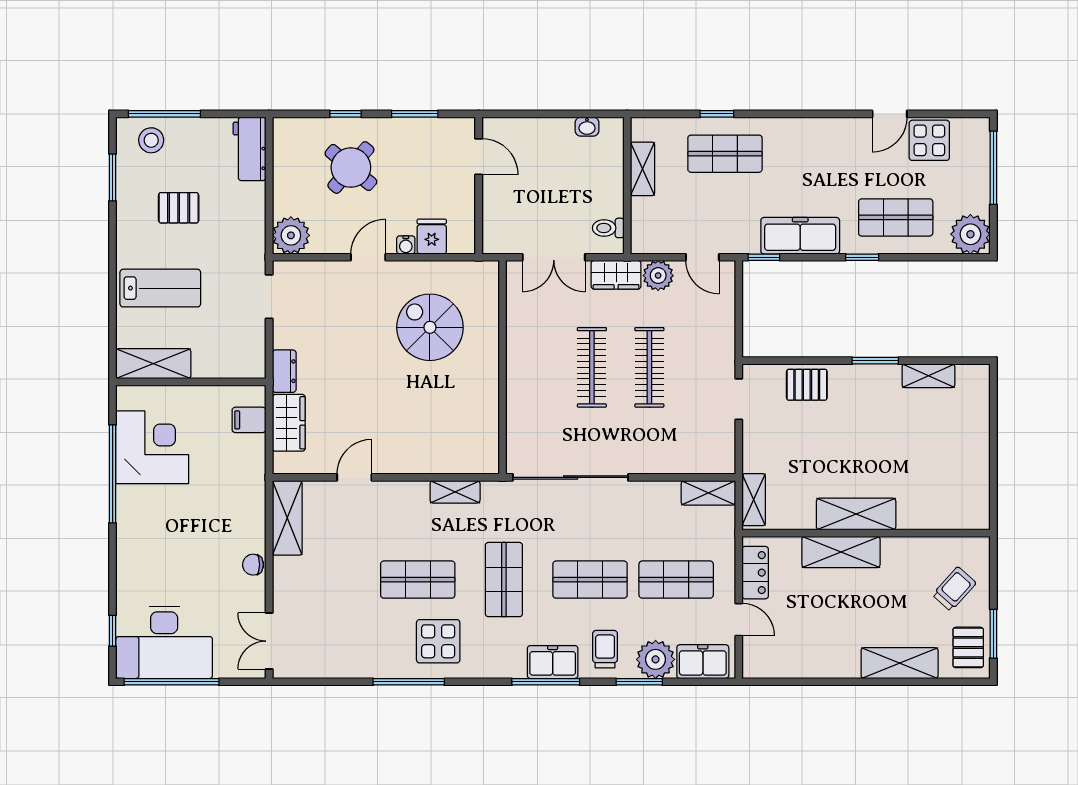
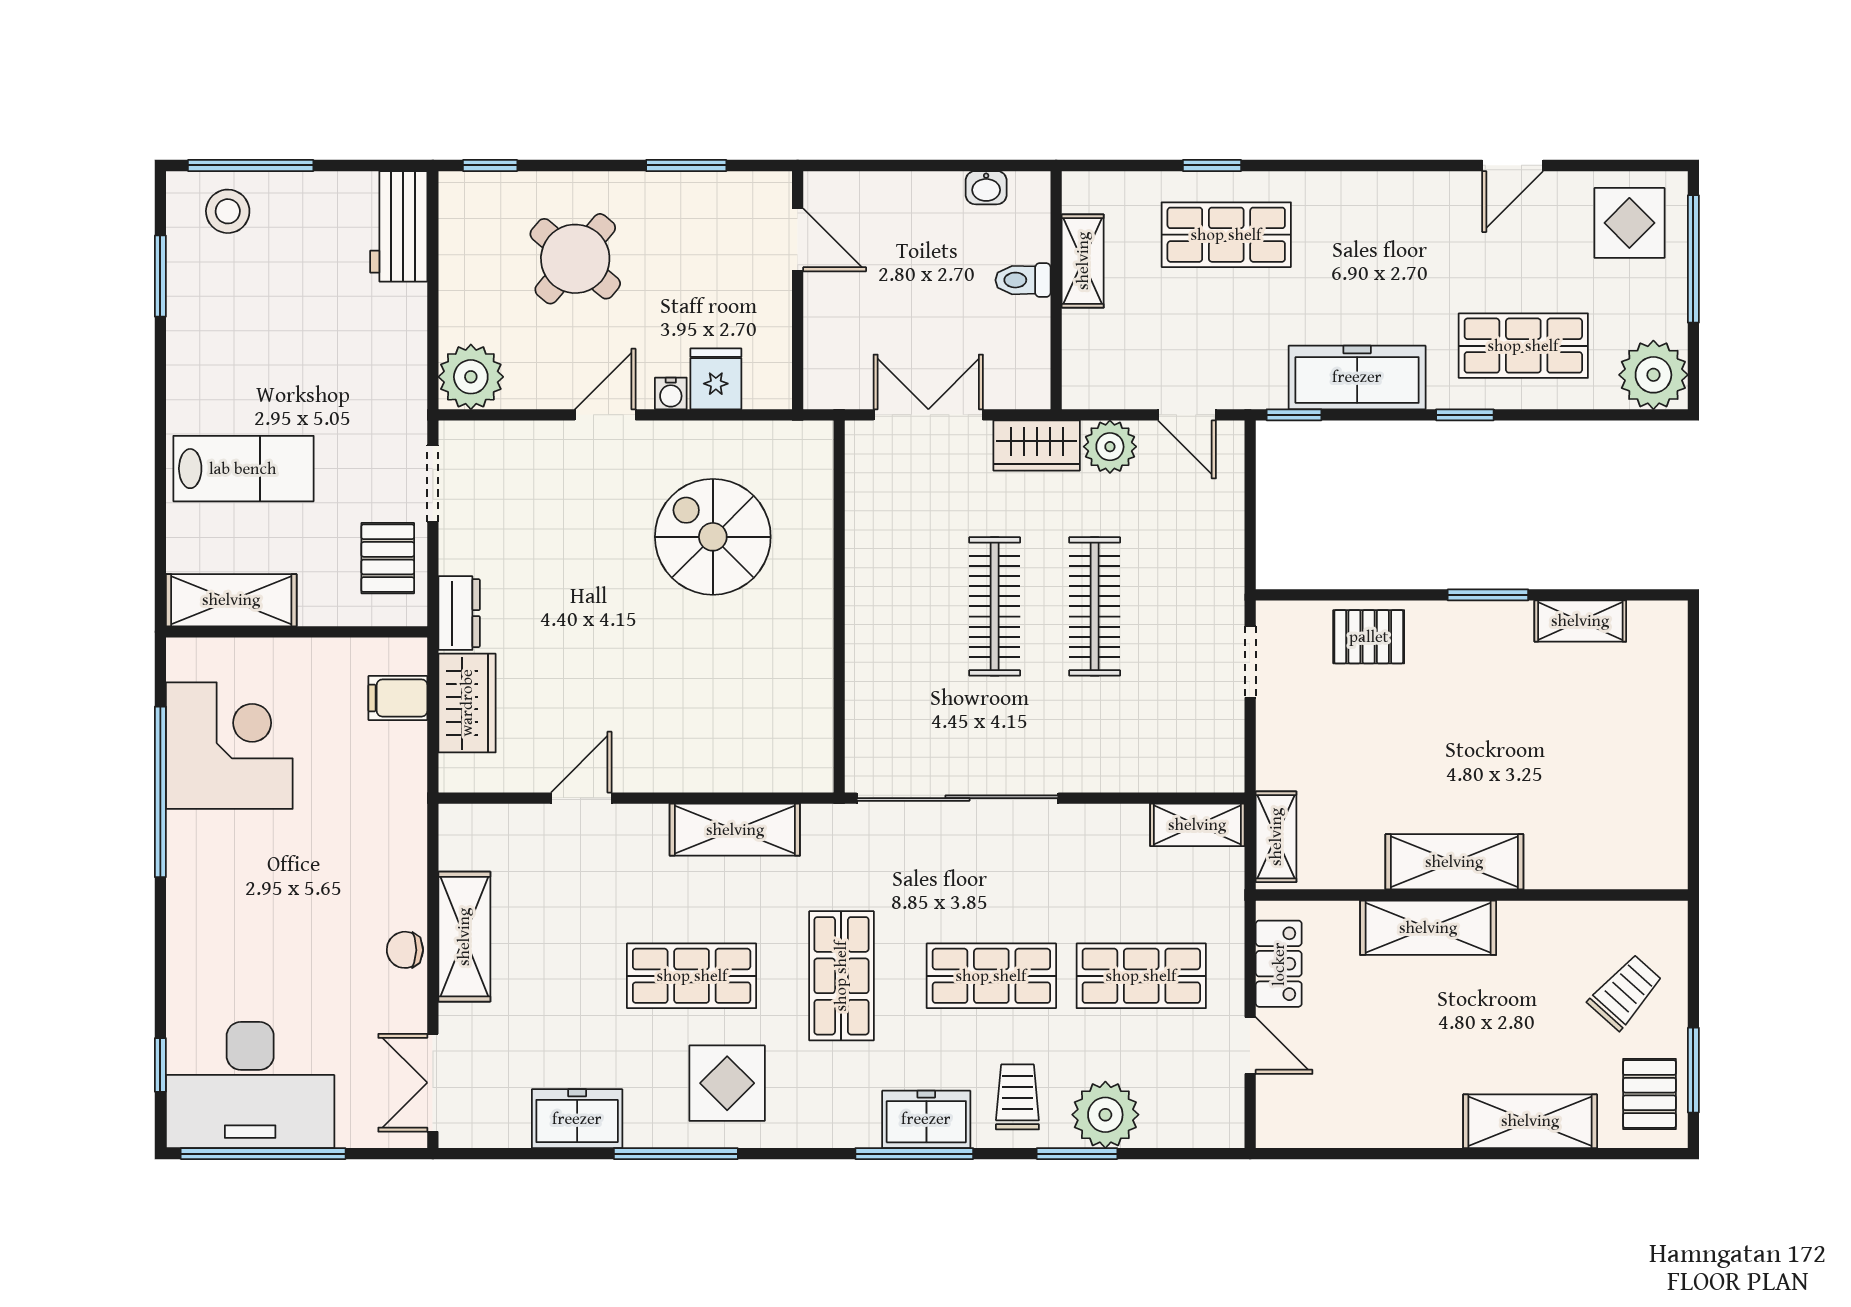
window: (346, 114) -> (490, 165), moved
display table: (929, 140) -> (1629, 223), moved
pallet: (179, 208) -> (388, 558), moved, turned 90
toilet: (608, 228) -> (1023, 280), moved
double door: (554, 257) -> (928, 415), swing flipped
shelving: (455, 492) -> (735, 830), width x1.50, depth x1.33
shelving: (287, 518) -> (464, 937), moved
freezer: (703, 662) -> (577, 1119), moved

